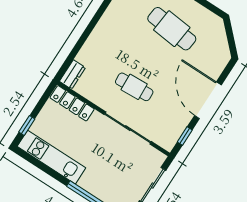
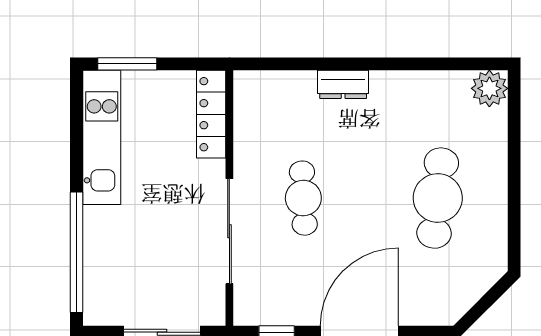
dresser: (72, 74) -> (343, 84), moved
window: (27, 126) -> (127, 64), width x1.50

